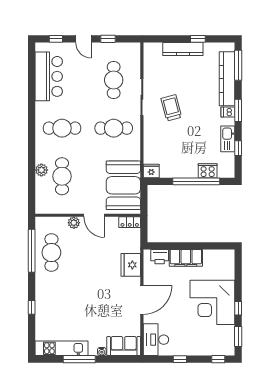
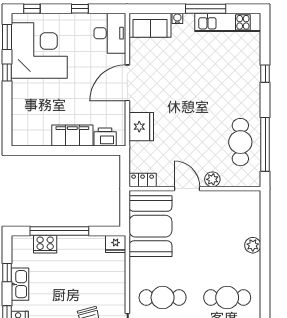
cafe table: (62, 176) -> (227, 237), removed
corner desk: (212, 302) -> (39, 50), moved

